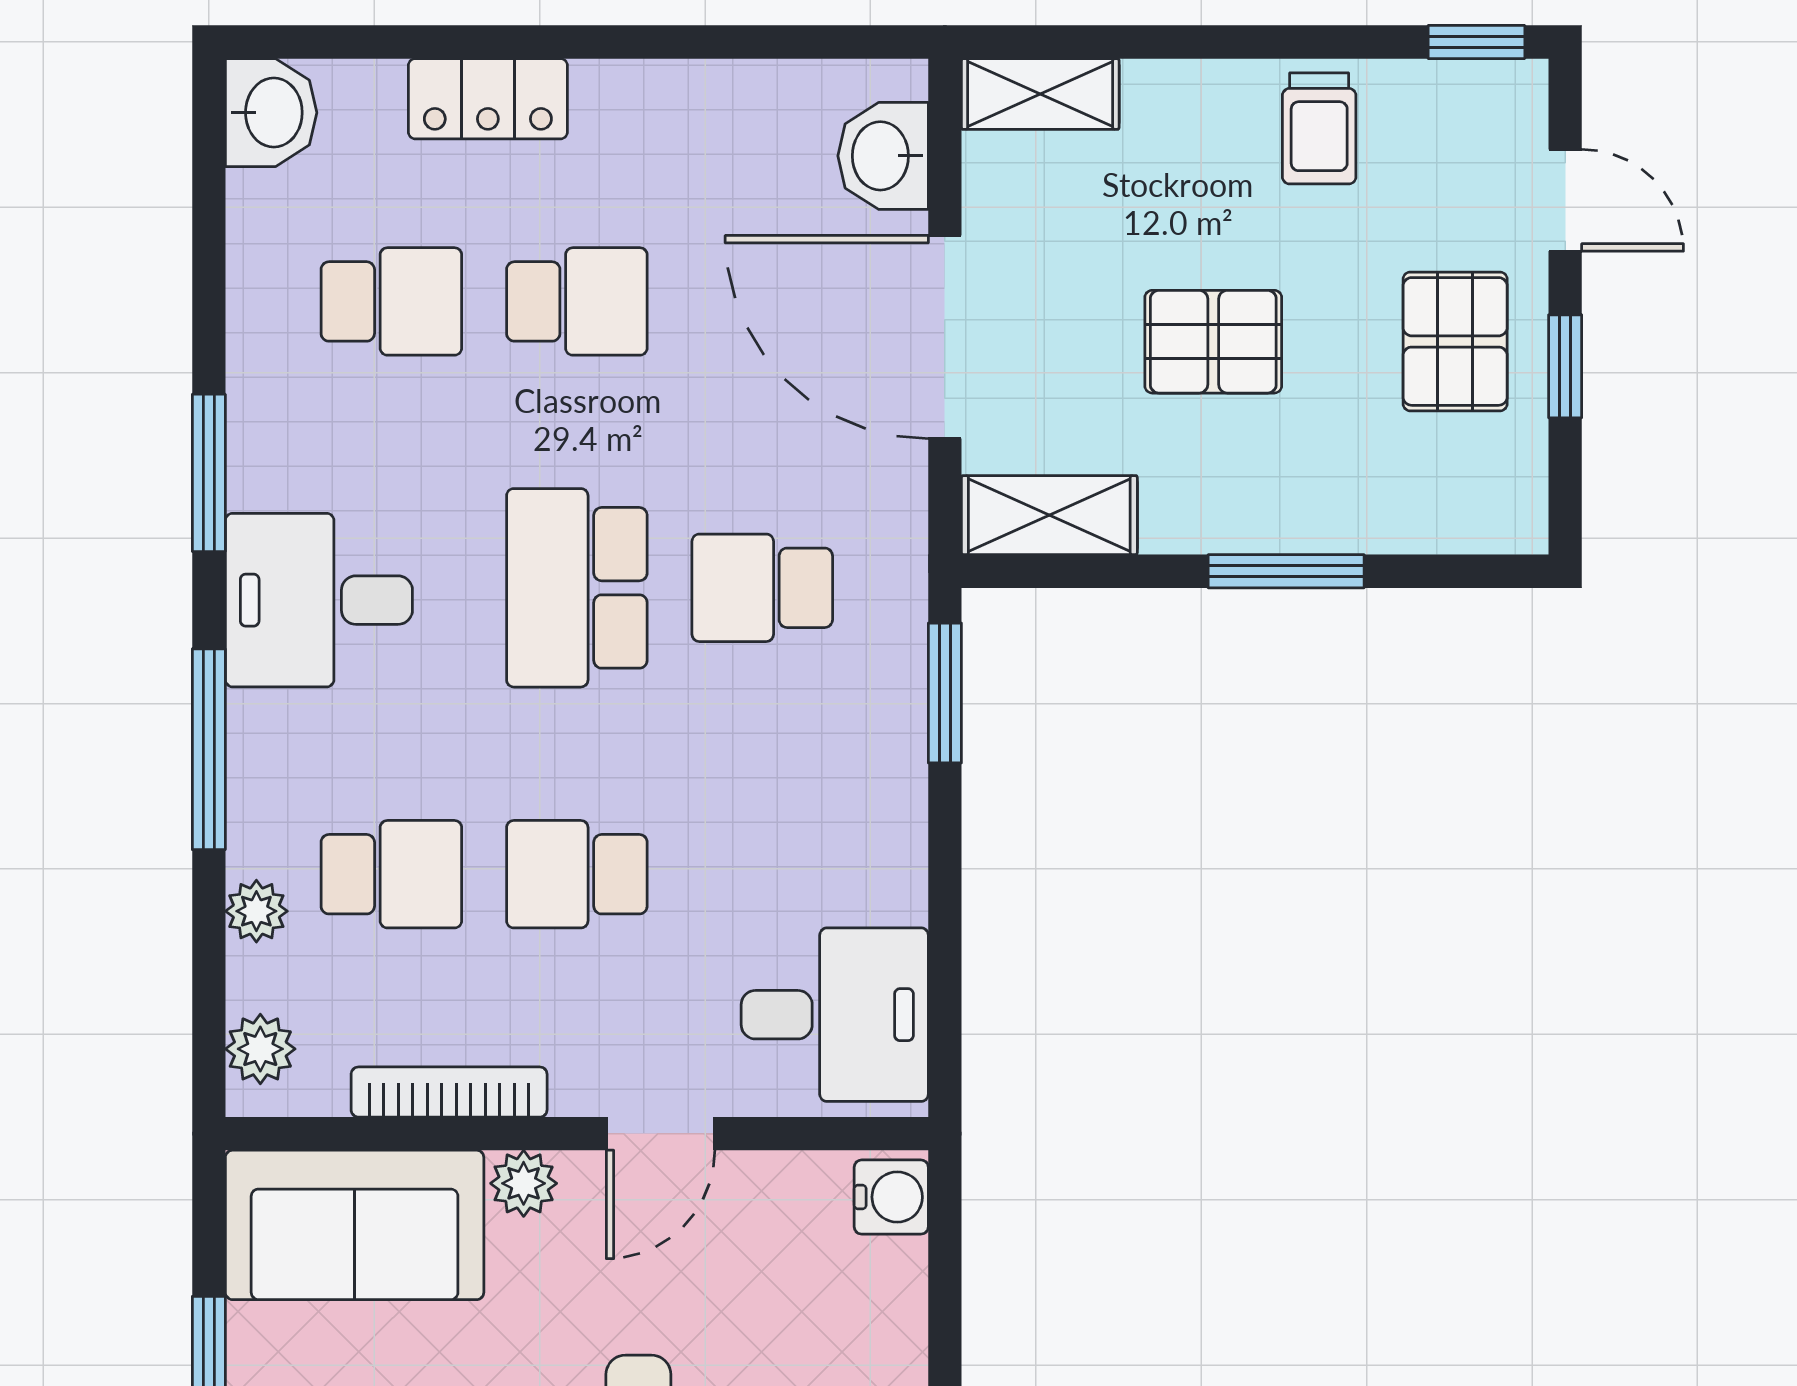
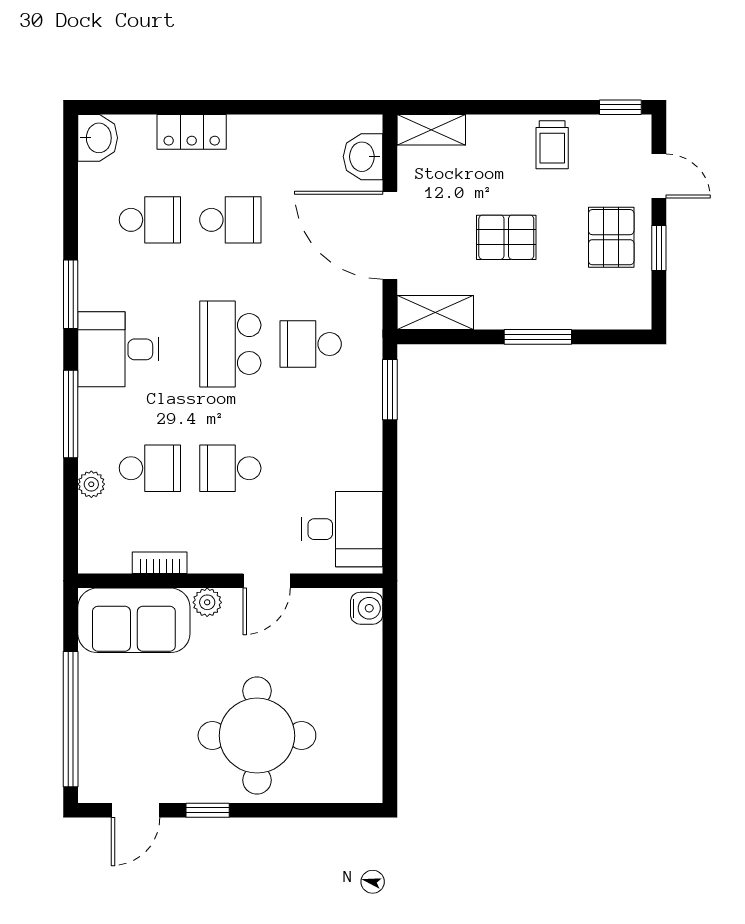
plant: (260, 1049) -> (93, 544), removed
bookcase: (449, 1092) -> (160, 563), width x0.64

